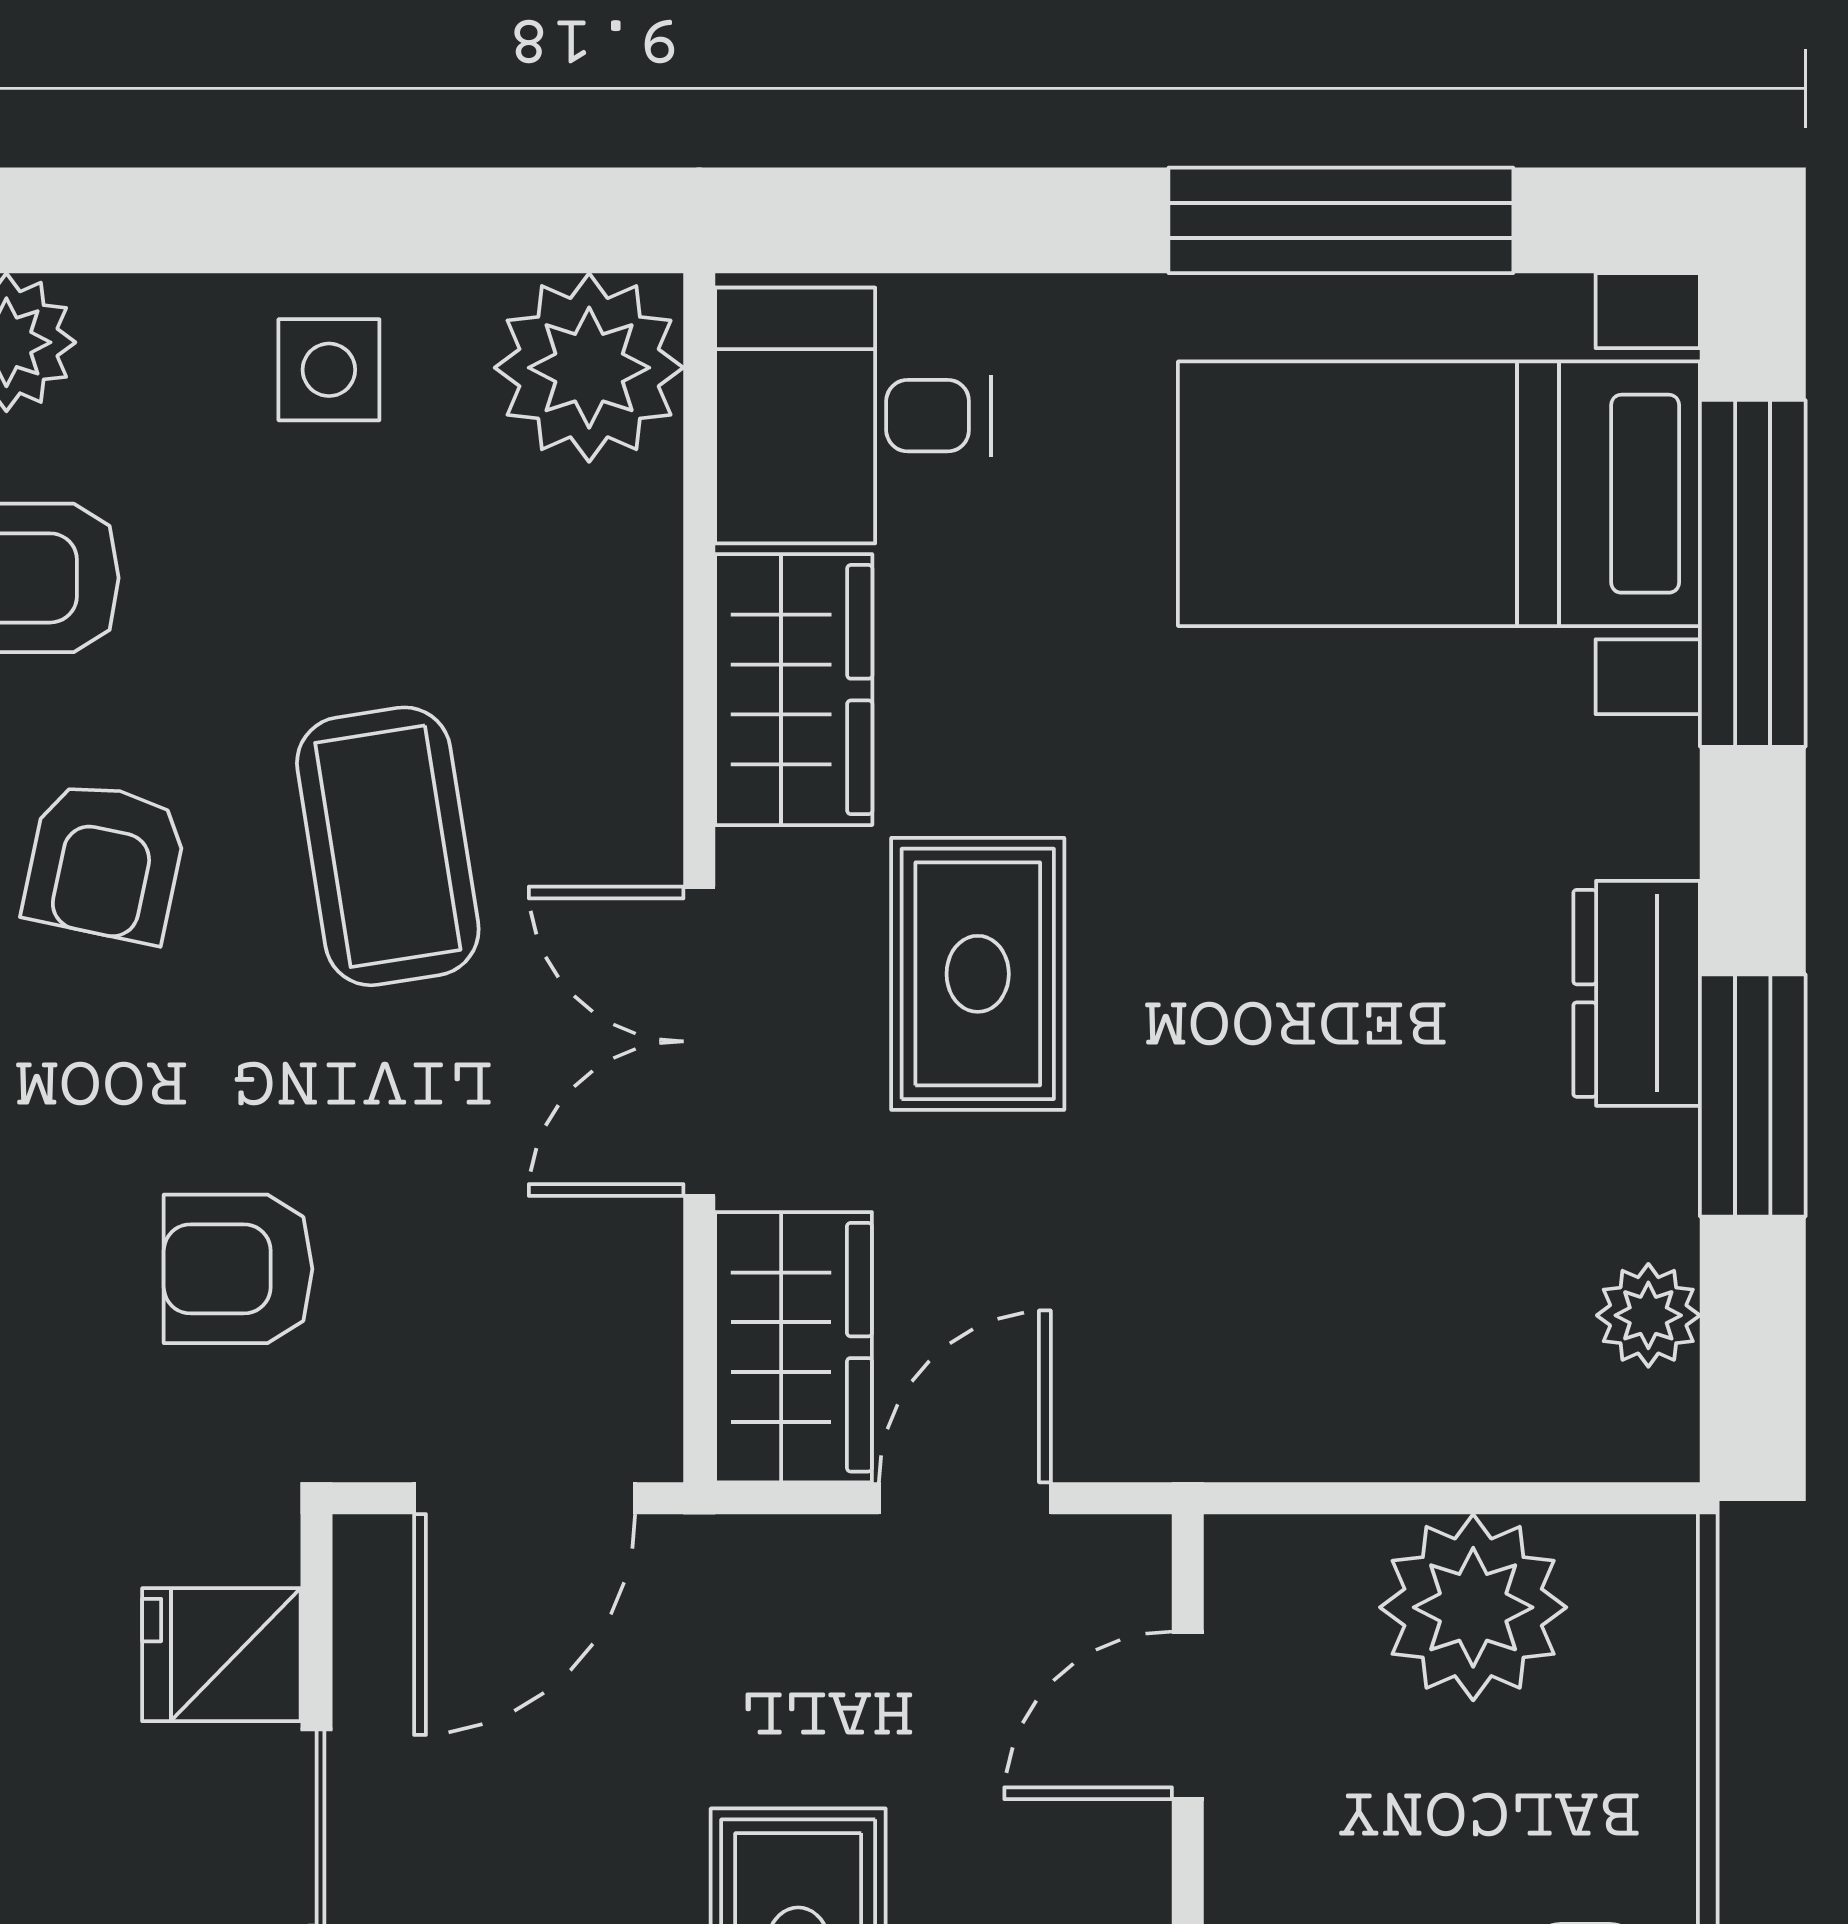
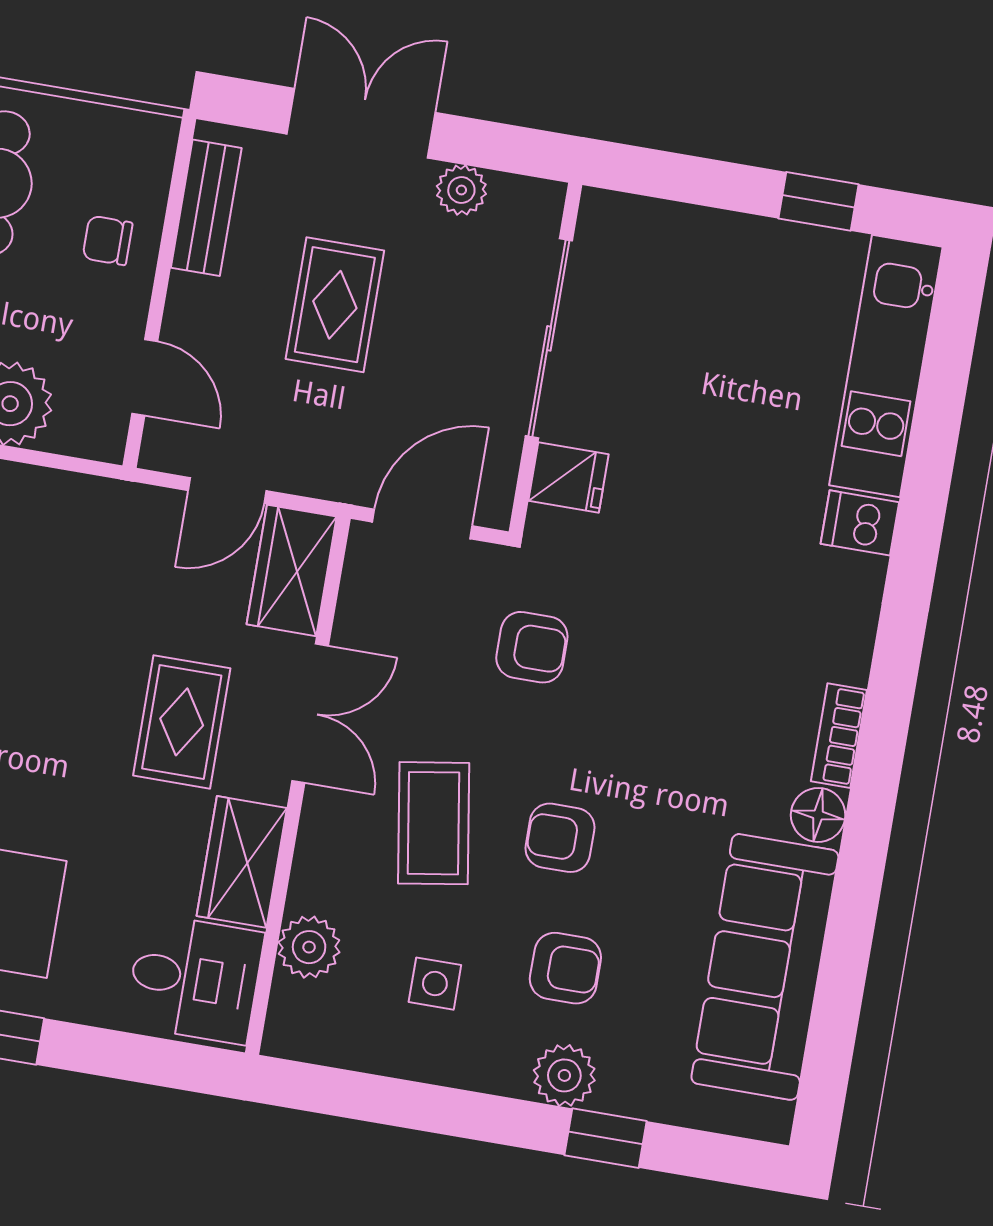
plant: (589, 368) -> (309, 947), moved, width x0.73, depth x0.73
side table: (329, 370) -> (435, 984), moved
armchair: (105, 862) -> (560, 838), turned -102
door: (1188, 1715) -> (145, 377), hinge flipped

